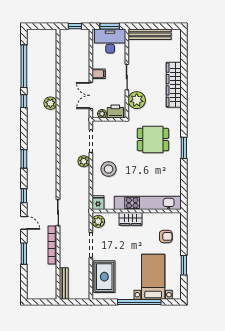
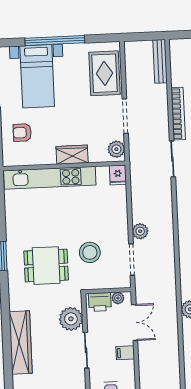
stool: (109, 169) -> (90, 252), moved

